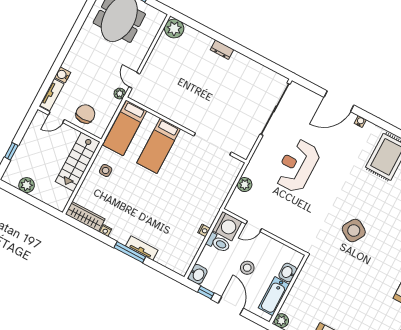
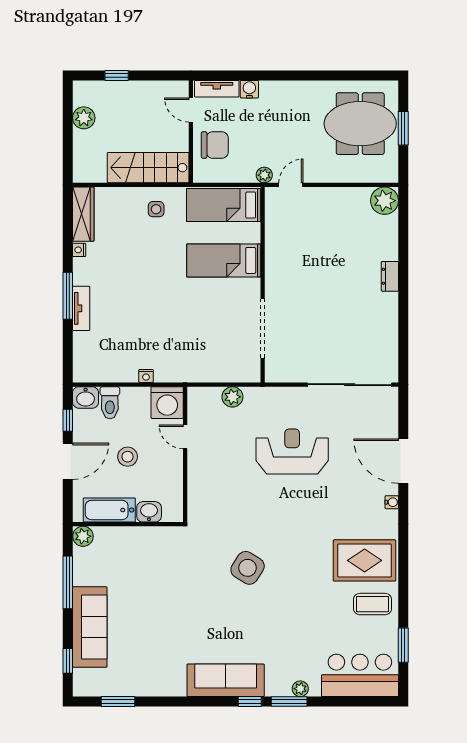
toilet: (218, 243) -> (110, 403), moved

